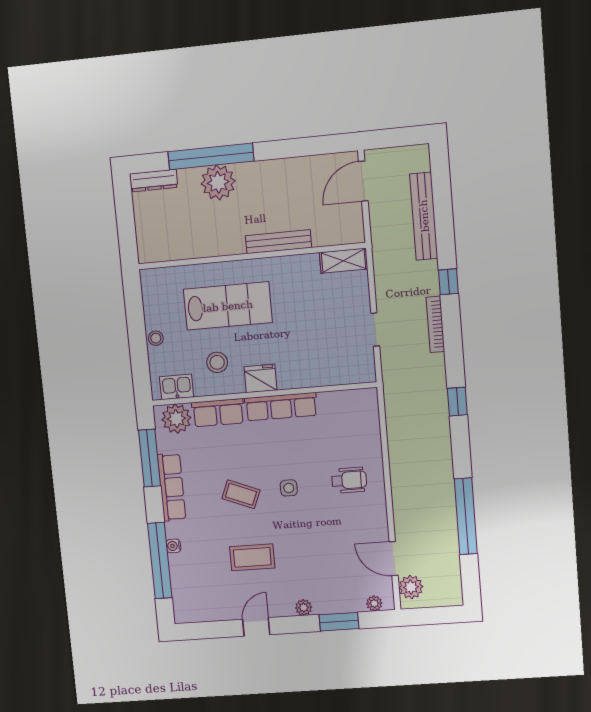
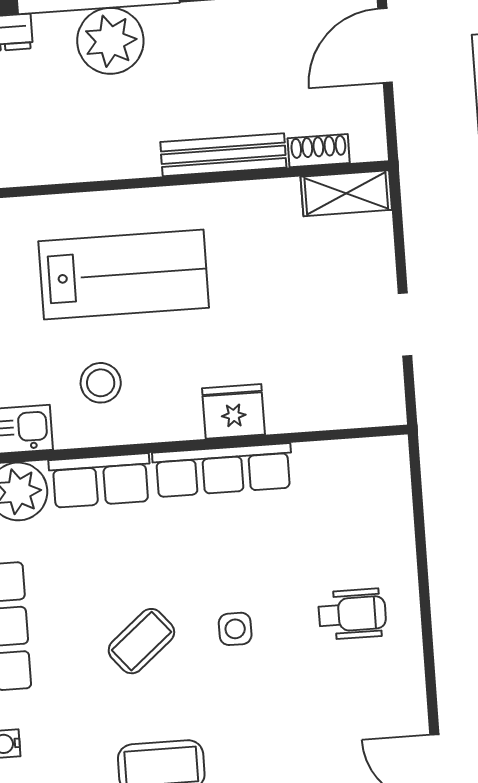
shoe rack: (329, 238) -> (319, 151), added
fridge: (260, 378) -> (233, 411), moved
coffee table: (241, 494) -> (141, 641), turned -62

